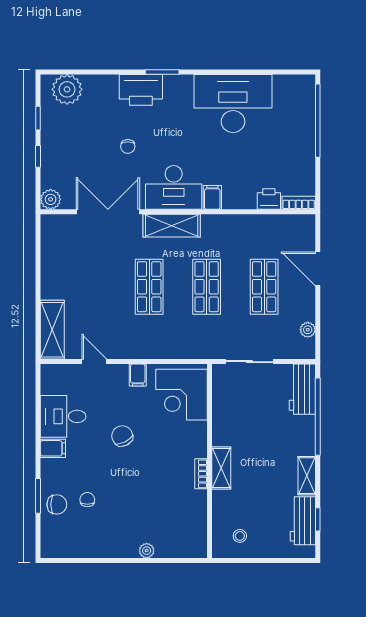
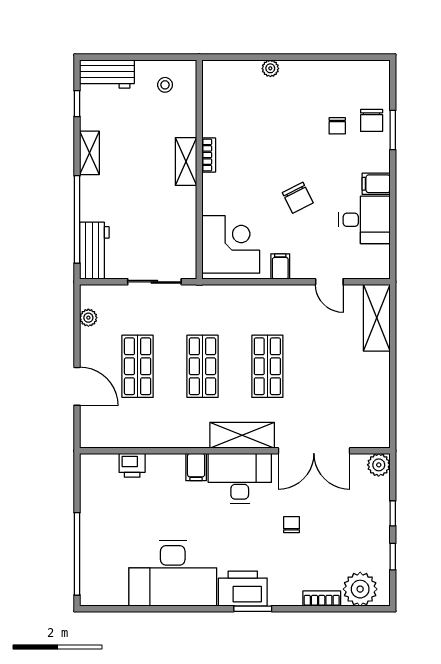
printer: (141, 90) -> (243, 589), moved
bookcase: (299, 203) -> (322, 598), moved, turned 180
chair: (57, 504) -> (372, 120), turned -90
workbench: (303, 521) -> (107, 74), moved, turned 90

